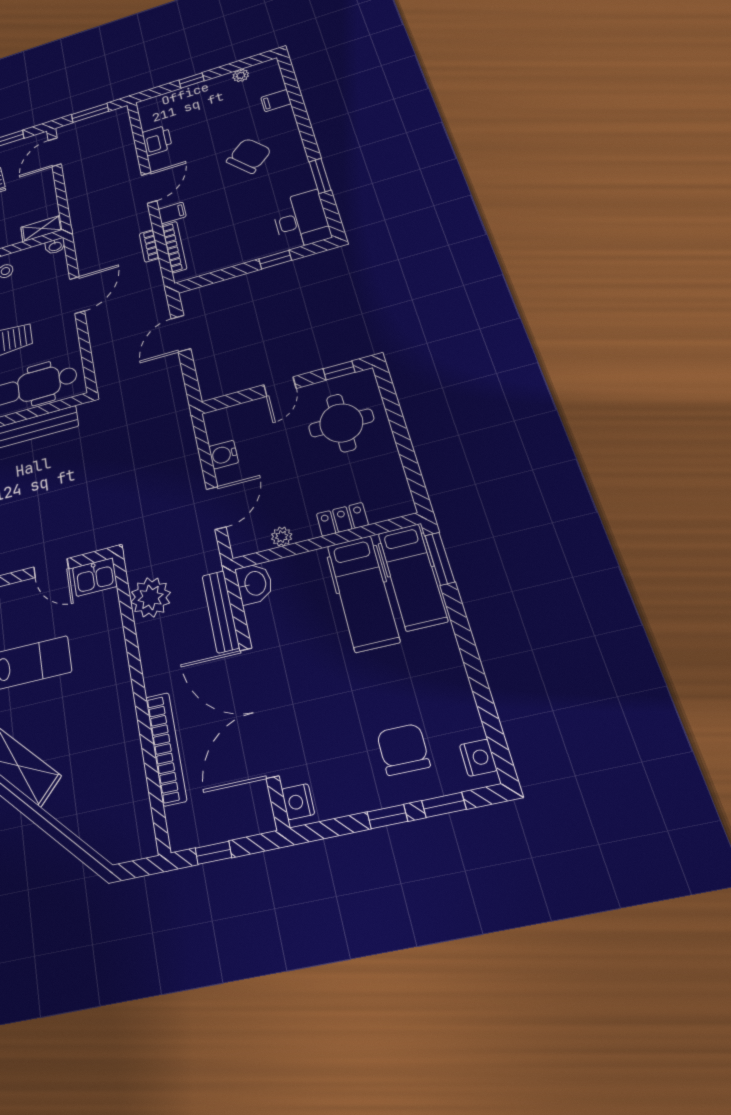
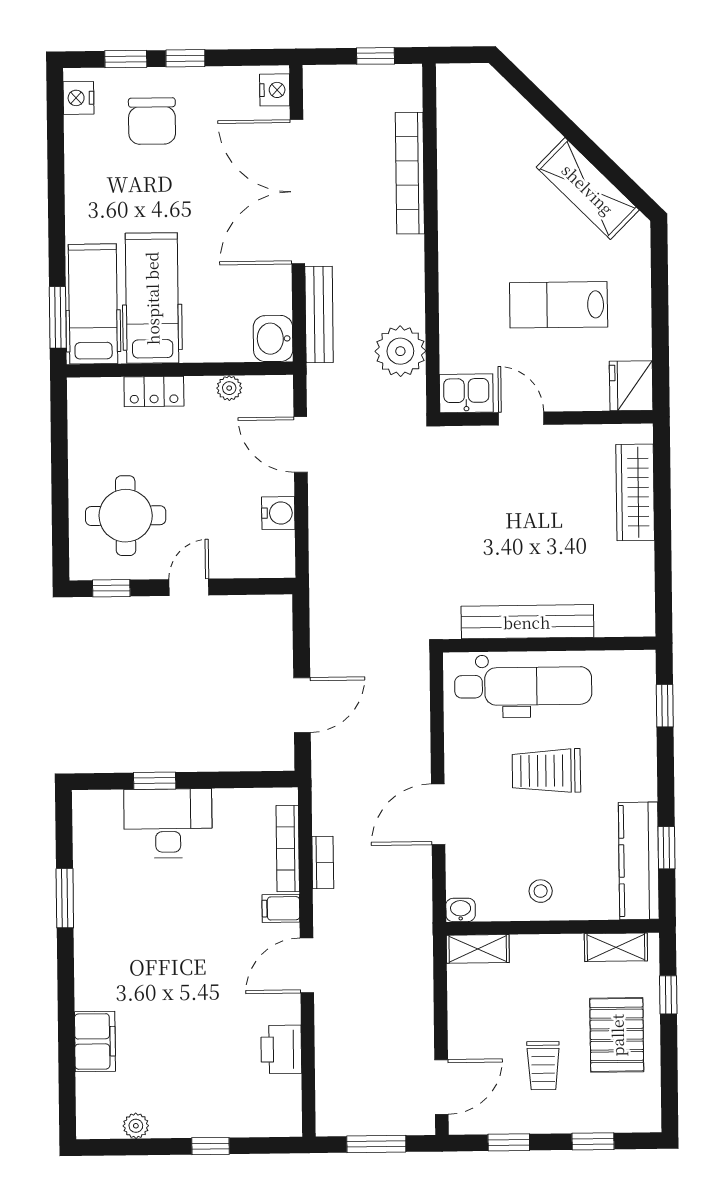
filing cabinet: (276, 101) -> (95, 1041), width x2.00
chair: (249, 156) -> (154, 970), removed
desk: (301, 220) -> (168, 823), moved, turned 90
door: (216, 508) -> (301, 444), hinge flipped
double door: (259, 711) -> (297, 192), swing flipped

